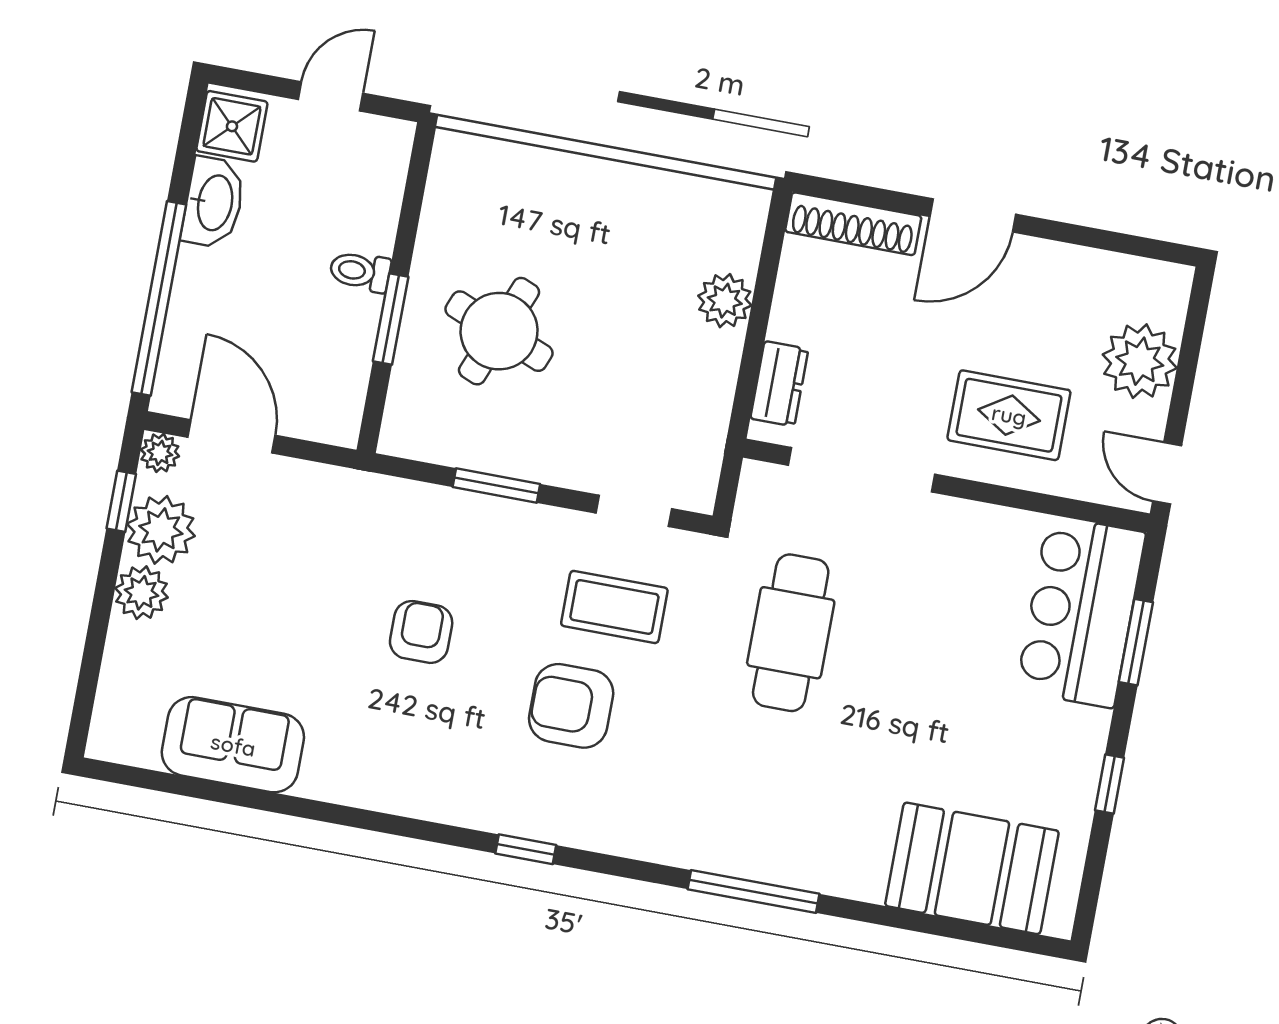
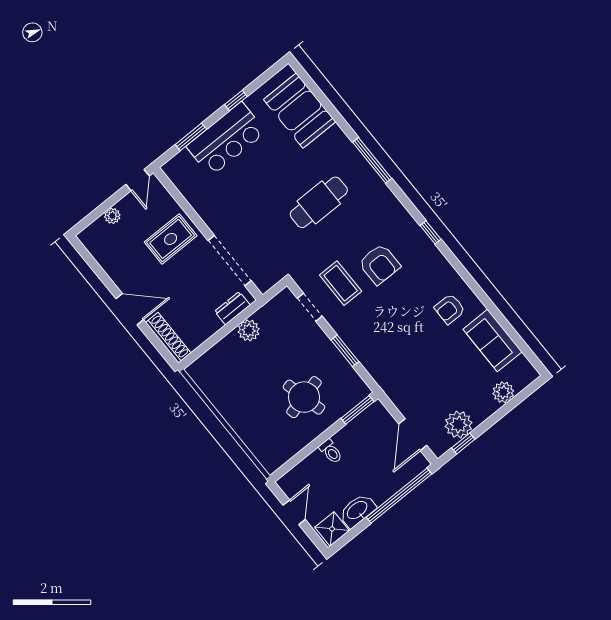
door: (331, 96) -> (294, 512), swing flipped
plant: (725, 301) -> (249, 330), moved
window: (391, 319) -> (357, 410), moved
round table: (499, 331) -> (304, 397), turned -36
plant: (1140, 361) -> (112, 216), width x0.53, depth x0.53
rug: (1009, 415) -> (171, 239), turned 90
plant: (160, 453) -> (439, 448), removed
plant: (141, 593) -> (503, 392), moved
bar counter: (1081, 612) -> (226, 139), moved
armchair: (421, 632) -> (450, 309), moved
cafe table: (791, 633) -> (319, 202), moved

